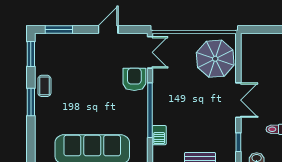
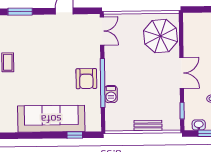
armchair: (134, 79) -> (86, 79), moved, turned 180
barbecue: (159, 135) -> (111, 94), moved

